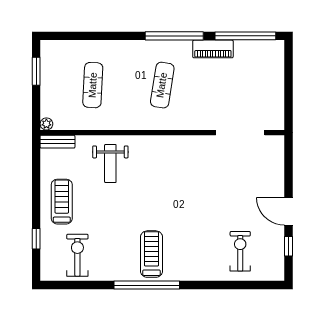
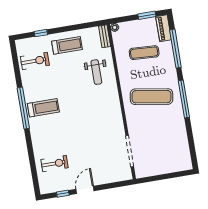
window: (245, 36) -> (175, 49), moved
piano: (213, 49) -> (164, 28), moved
exercise mat: (162, 85) -> (151, 97), width x1.36, depth x1.45
weight bench: (110, 163) -> (96, 72), turned -90

